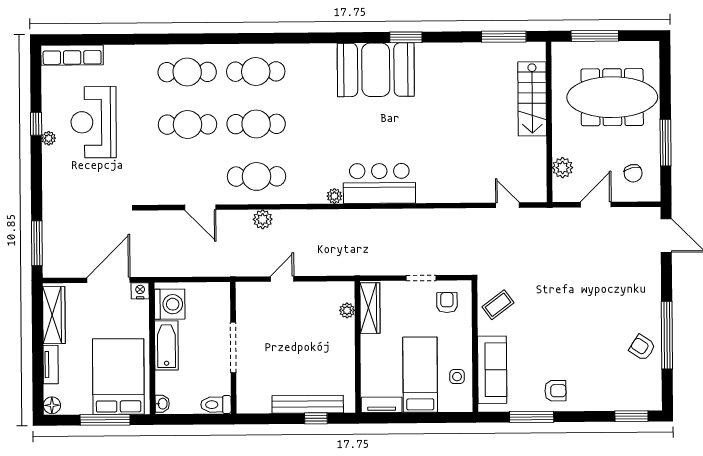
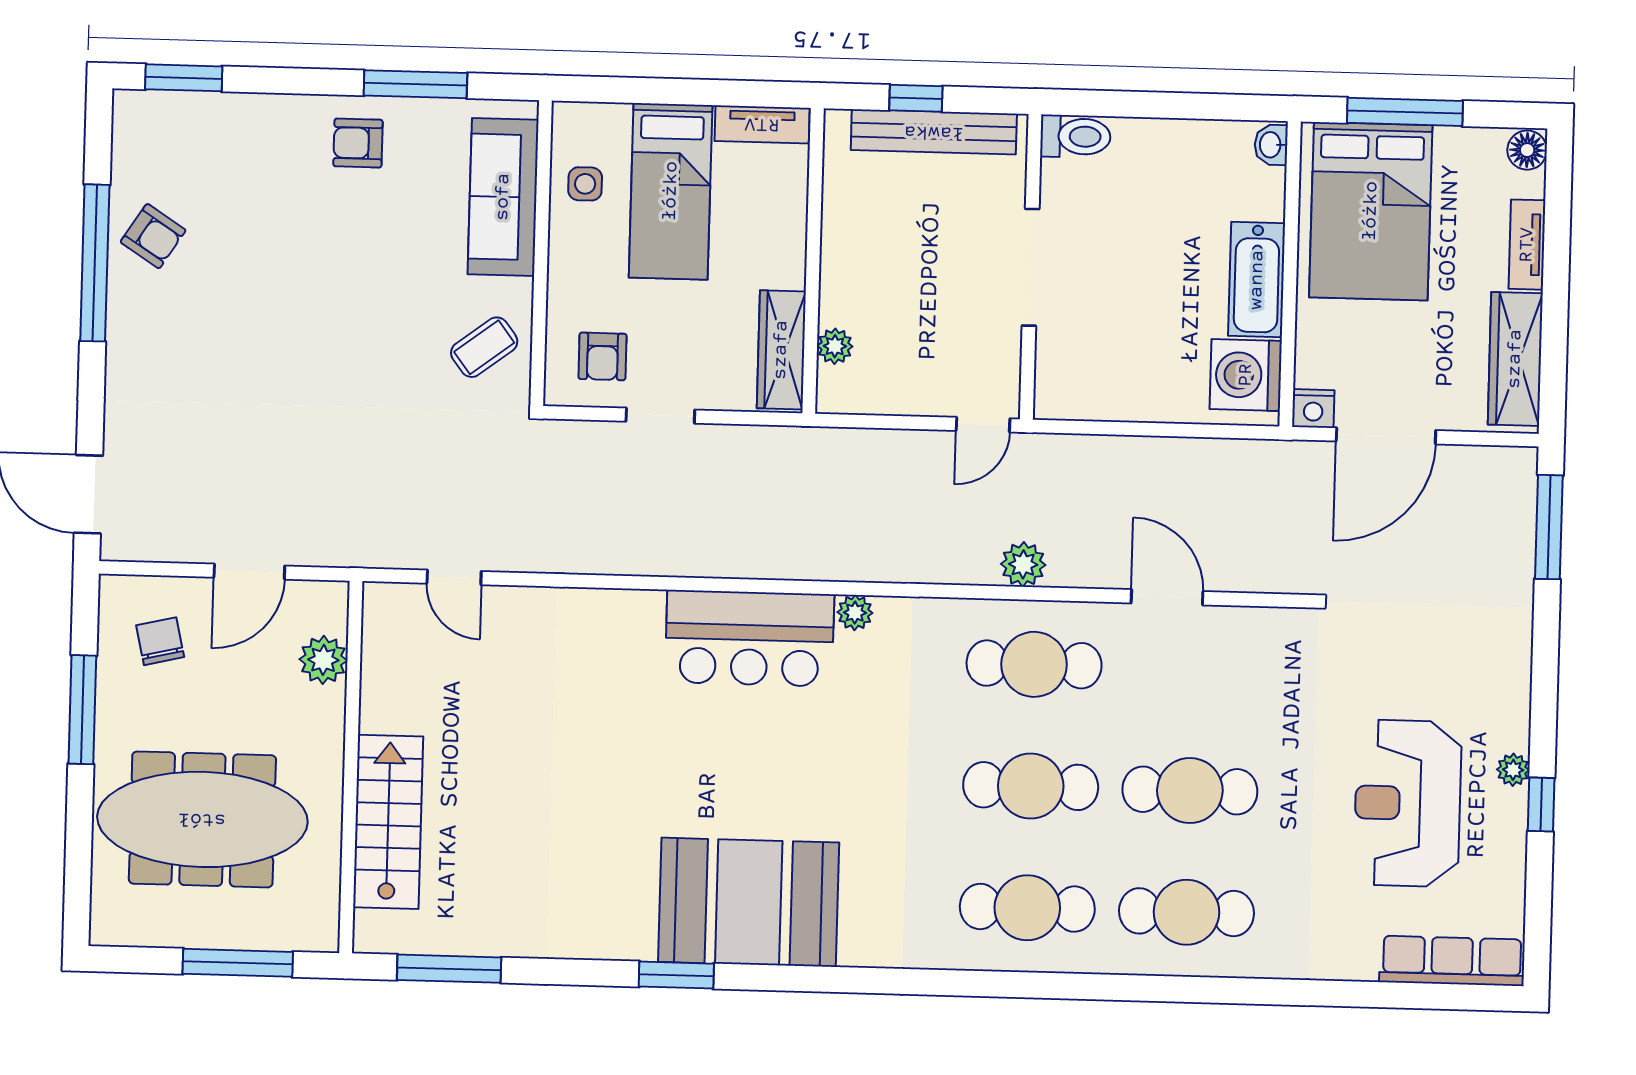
reception desk: (94, 122) -> (1408, 803), turned 180
doorway: (233, 348) -> (1031, 267), moved
wall: (233, 348) -> (1031, 267), moved
toilet: (216, 405) -> (1075, 136), moved

